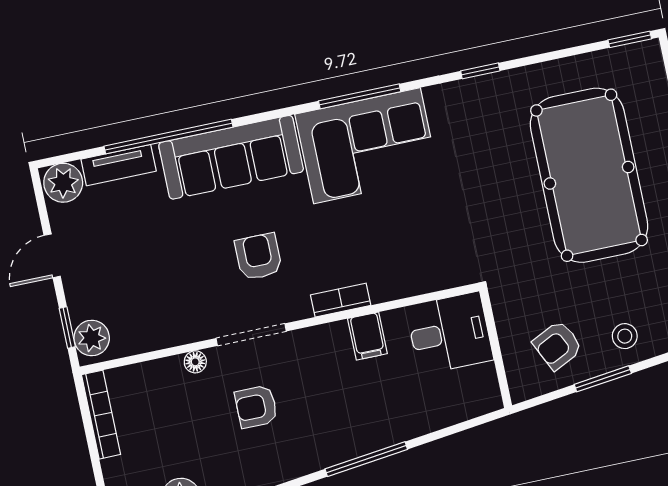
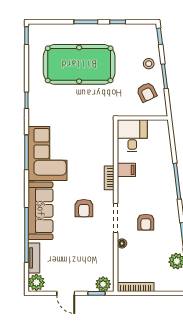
armchair: (258, 257) -> (84, 208), turned -90

